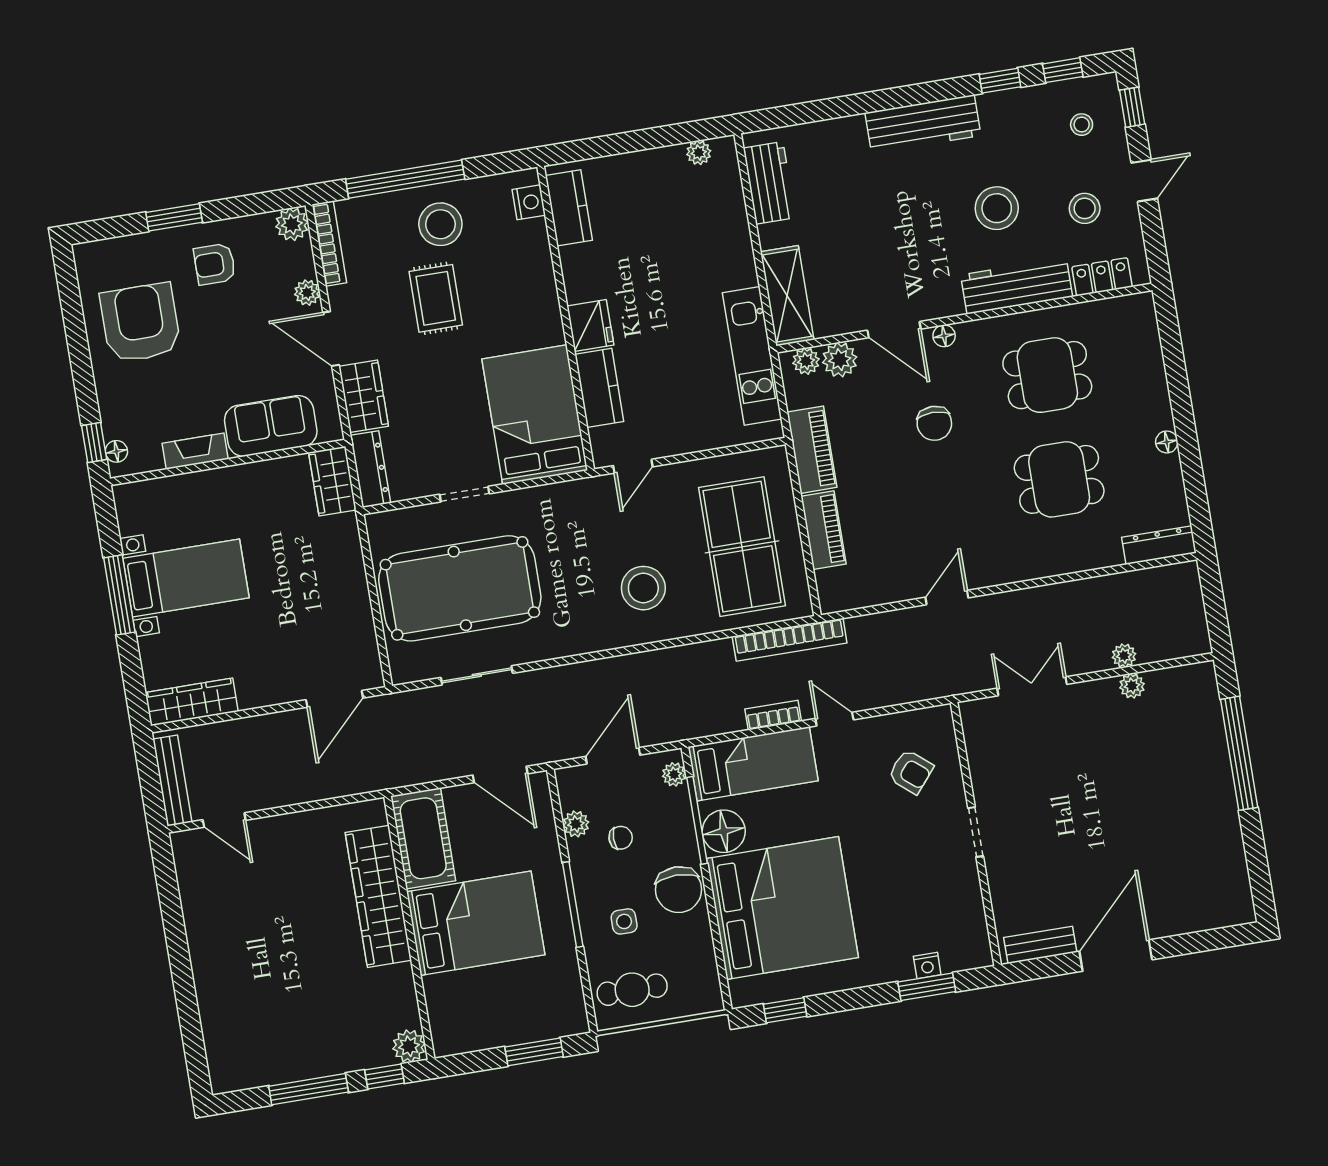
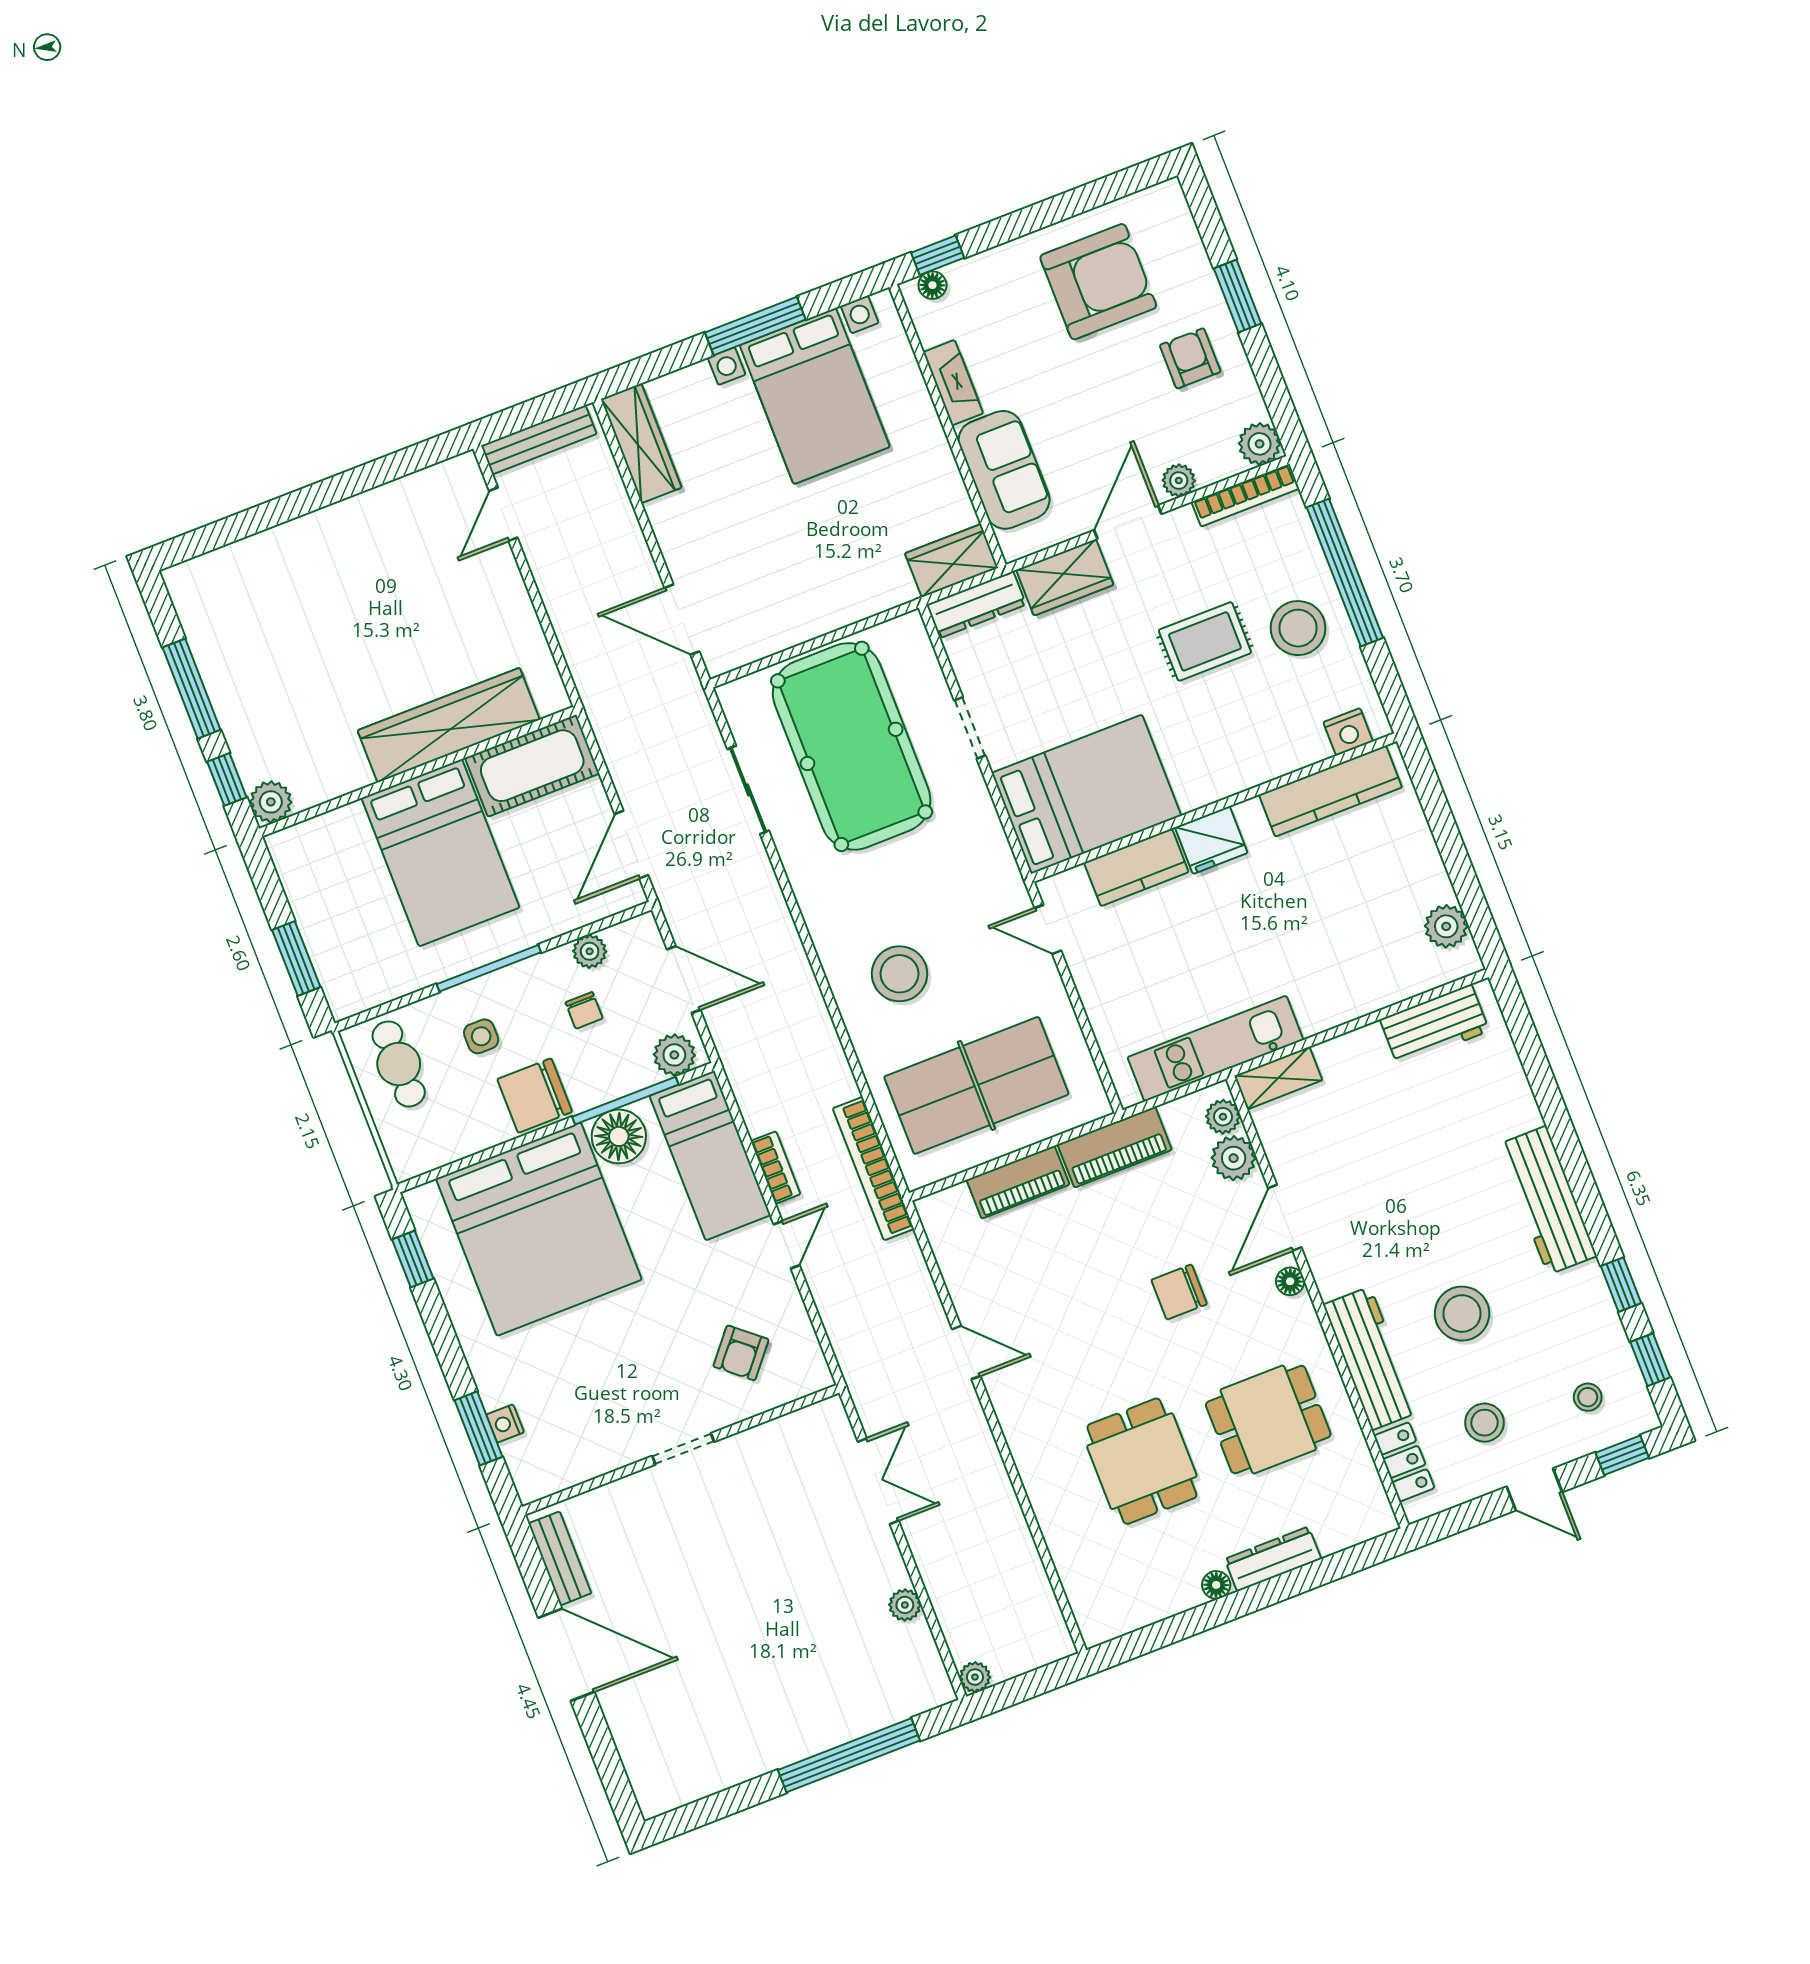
plant: (699, 153) -> (1446, 926), width x1.38, depth x1.38
kitchen counter: (569, 208) -> (1330, 791), width x1.50
shelving: (787, 296) -> (1278, 1078), width x0.67, depth x0.75
dining table: (1047, 375) -> (1268, 1420), turned 90
dresser: (1159, 545) -> (1273, 1559), moved, turned -90
bed with nightstands: (186, 578) -> (815, 396), width x1.36
plant: (1124, 656) -> (975, 1677), moved
plant: (674, 774) -> (674, 1055), width x1.38, depth x1.38

